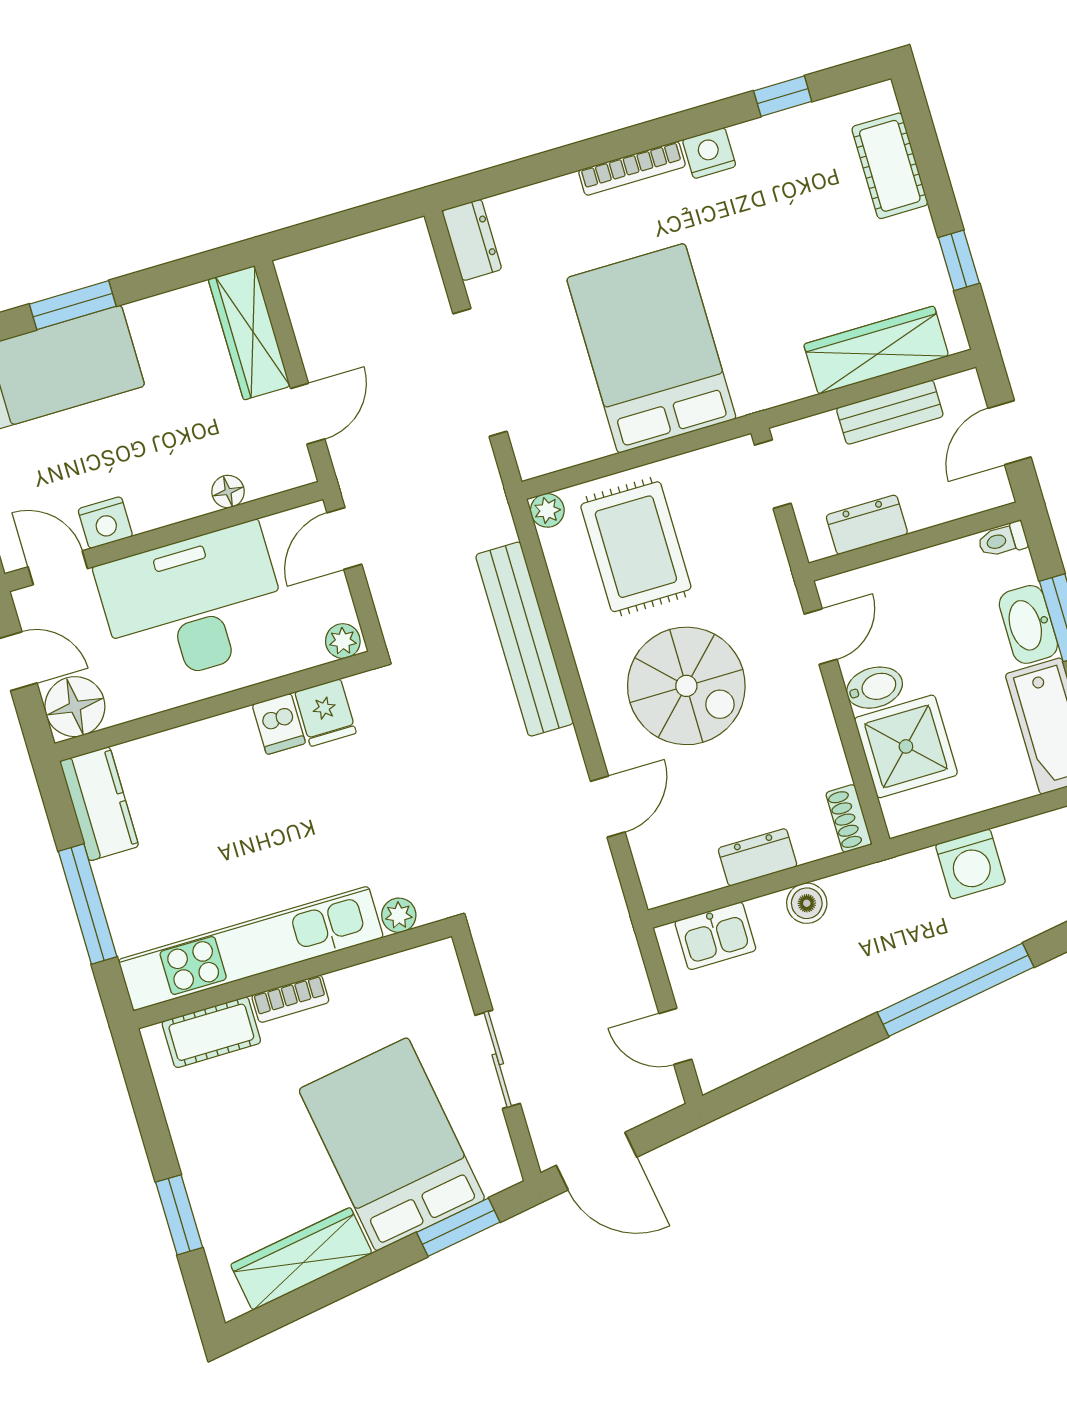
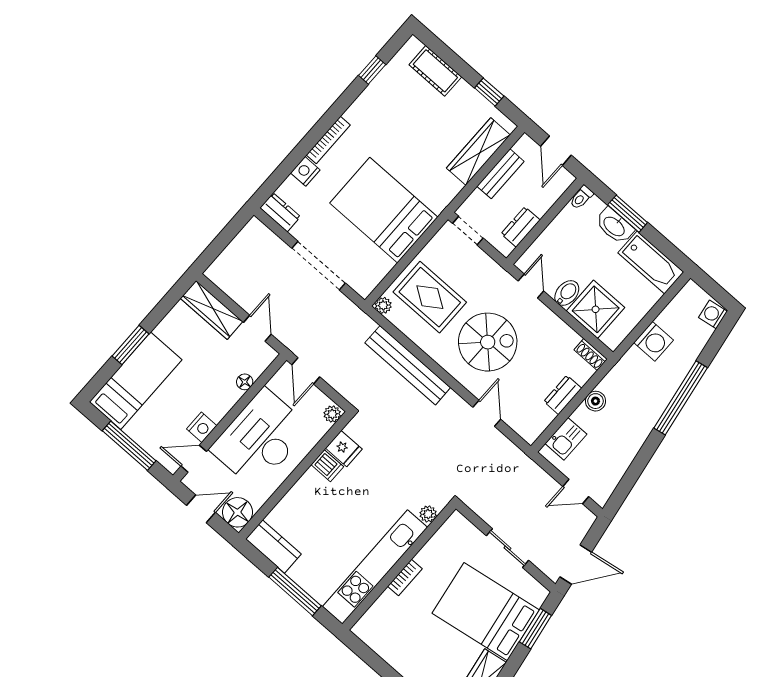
nightstand: (709, 153) -> (305, 171), moved
cot: (211, 1032) -> (381, 612), removed

